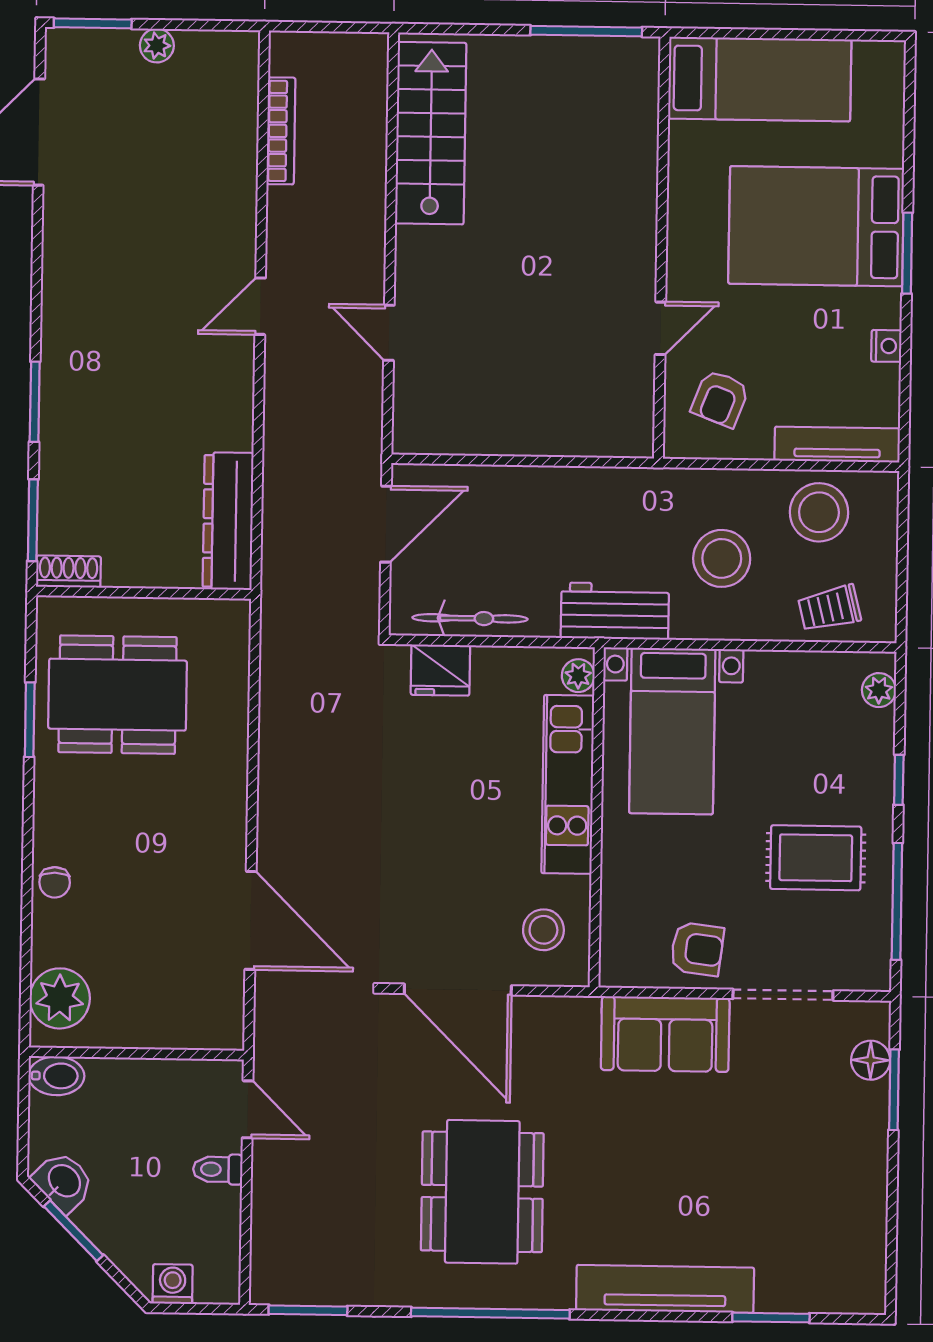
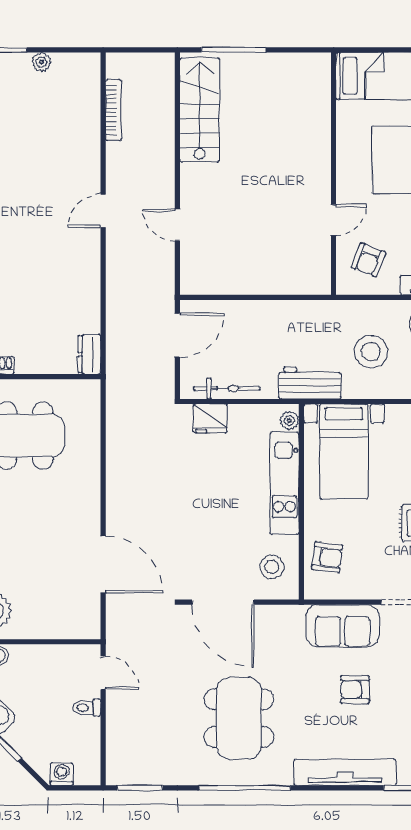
window: (586, 31) -> (234, 50), moved
dresser: (228, 521) -> (89, 354), width x0.51, depth x0.80
armchair: (697, 949) -> (327, 557), moved
armchair: (685, 1145) -> (355, 690), added

